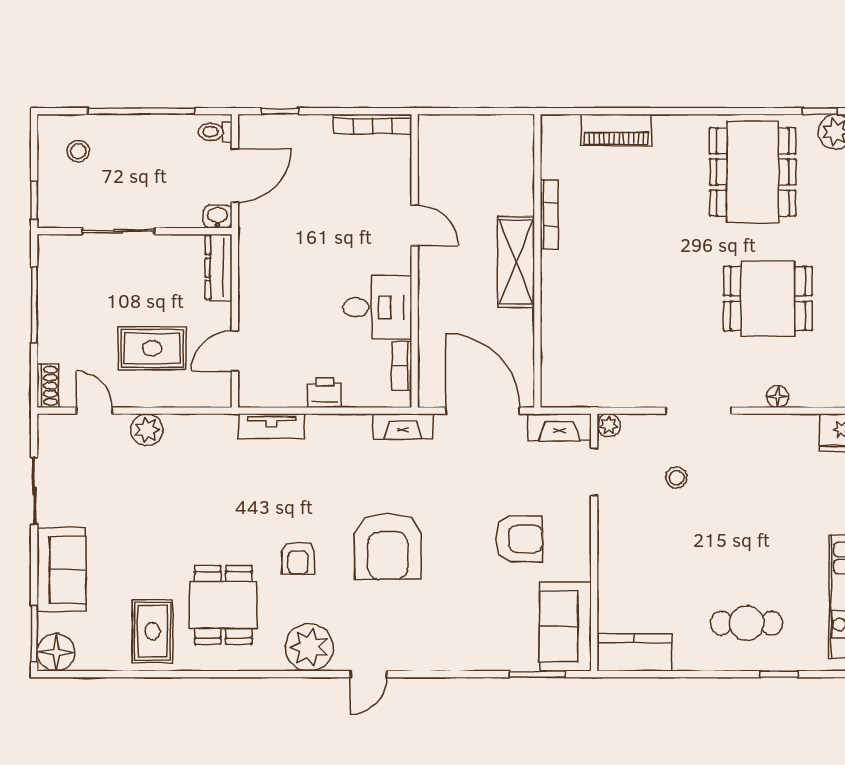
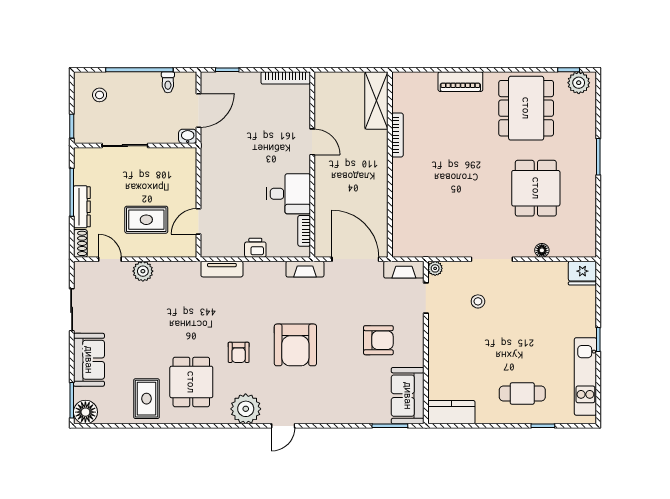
piano: (616, 130) -> (460, 82), moved
toilet: (215, 132) -> (168, 82), moved, turned -90
shelving: (516, 262) -> (376, 100), moved
dresser: (219, 268) -> (82, 207), moved, turned 180
dining table: (768, 299) -> (536, 188), turned 90

